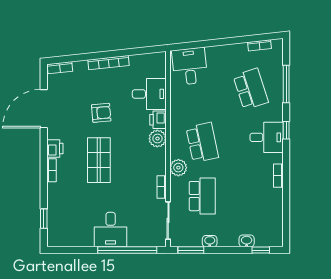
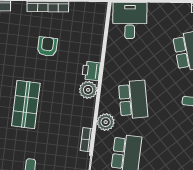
desk: (149, 94) -> (85, 44), removed
armchair: (101, 113) -> (47, 46), moved, turned -85

